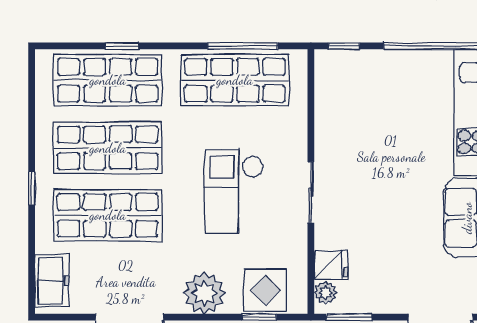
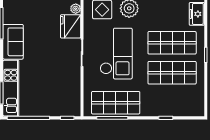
shop shelf: (108, 80) -> (172, 103), removed
checkout: (234, 191) -> (116, 54), width x1.36, depth x1.21
fridge: (331, 265) -> (71, 26), width x1.88, depth x1.34

